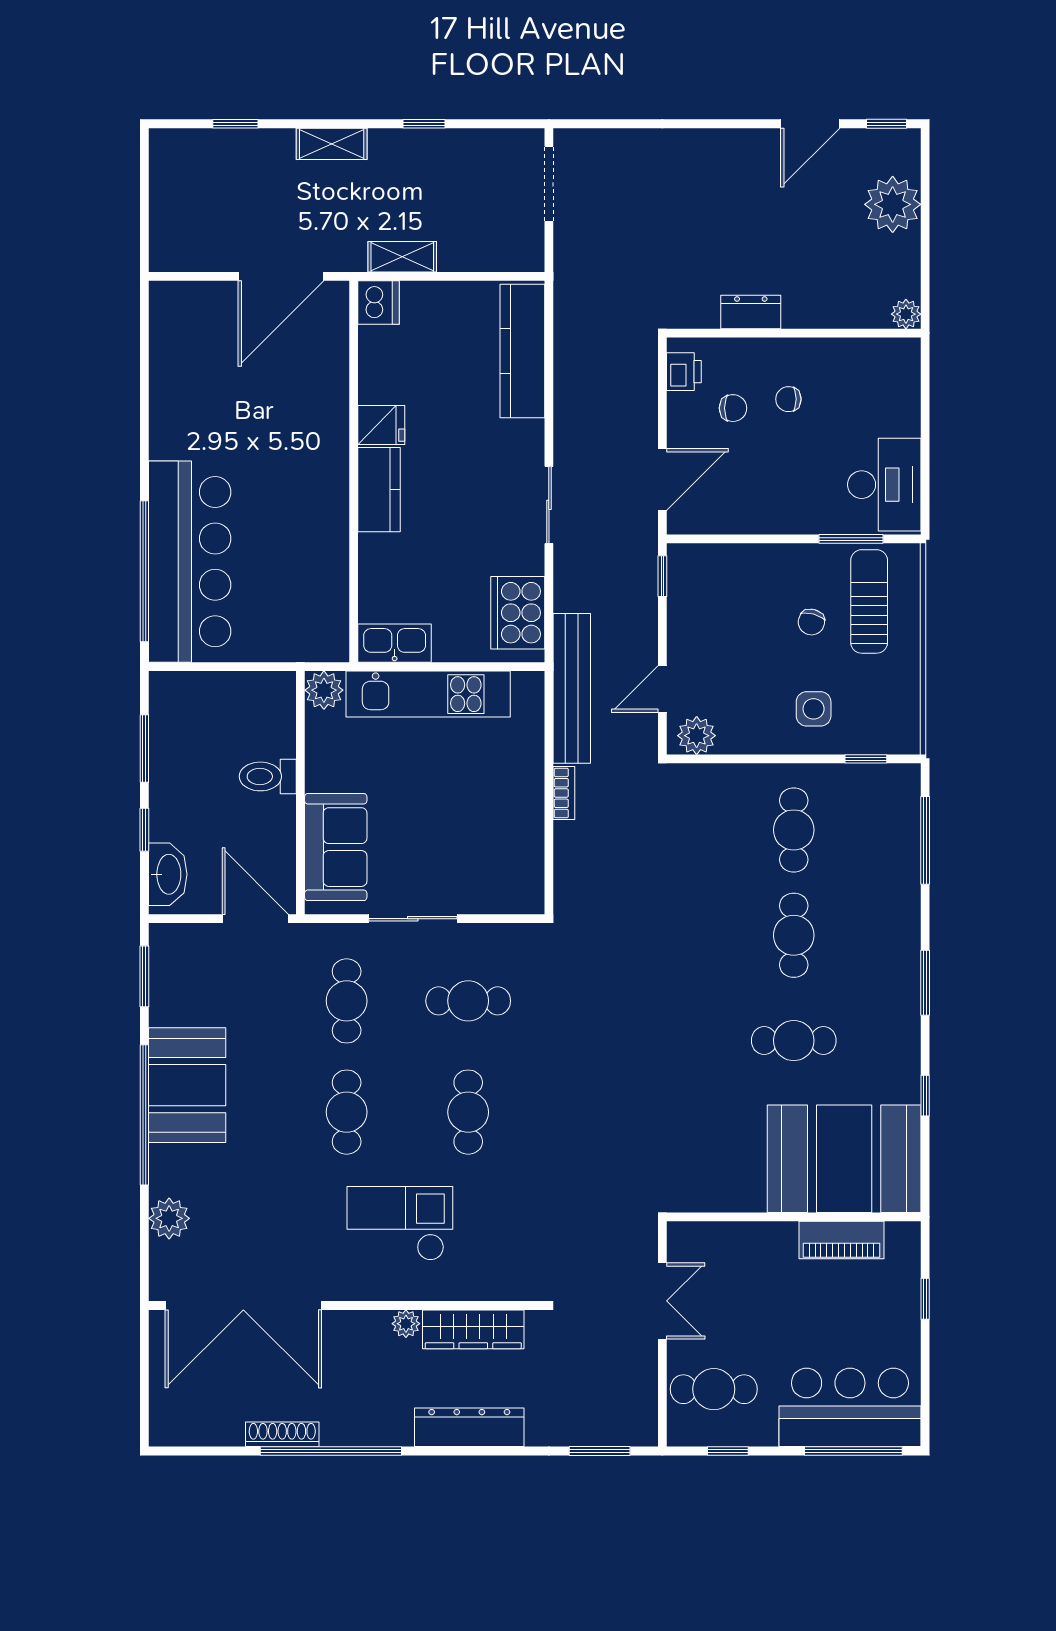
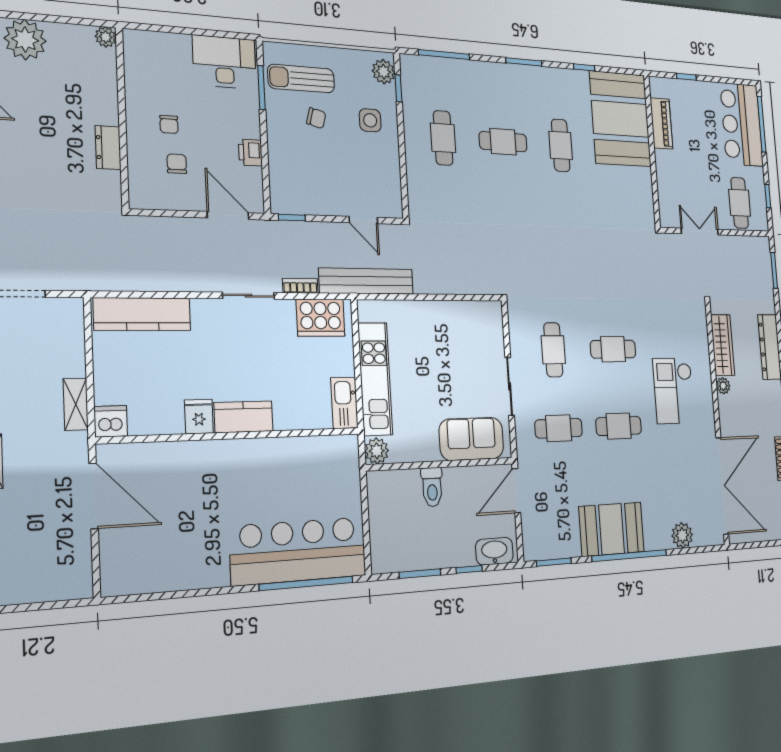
printer: (684, 372) -> (250, 153), moved, turned -90
plant: (697, 736) -> (384, 72), moved
bookcase: (564, 793) -> (300, 286), moved
cafe table: (794, 830) -> (443, 138), turned 90

